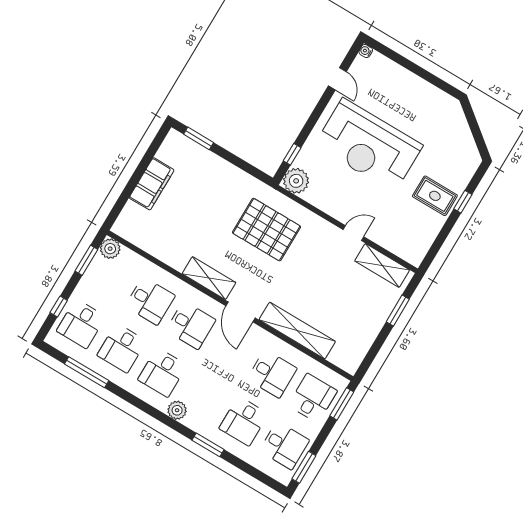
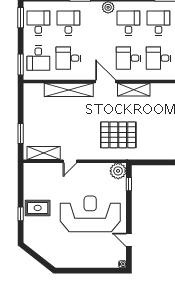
desk: (284, 445) -> (38, 23), turned 90

